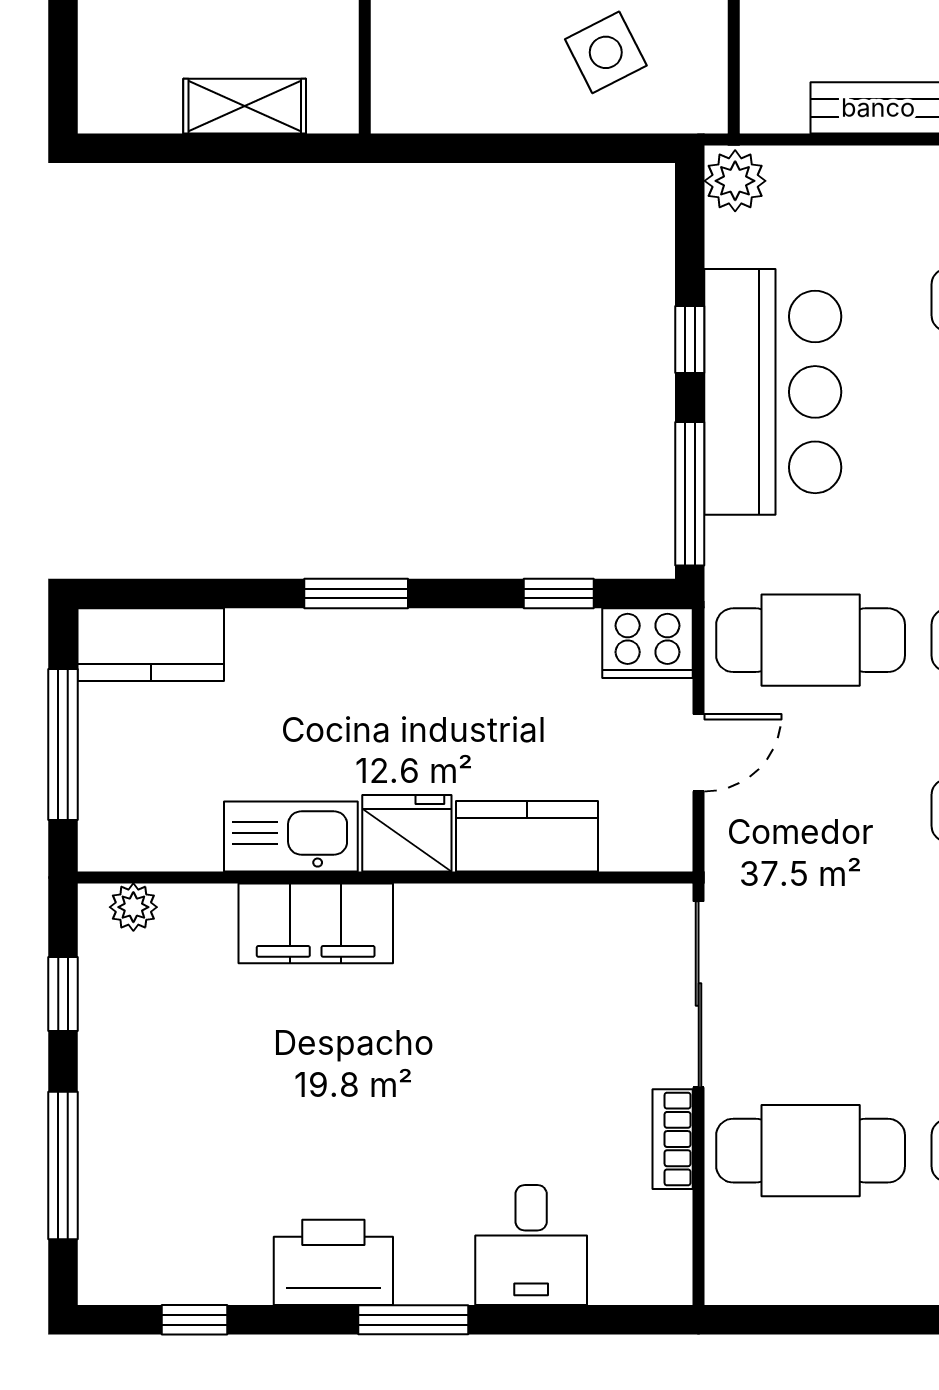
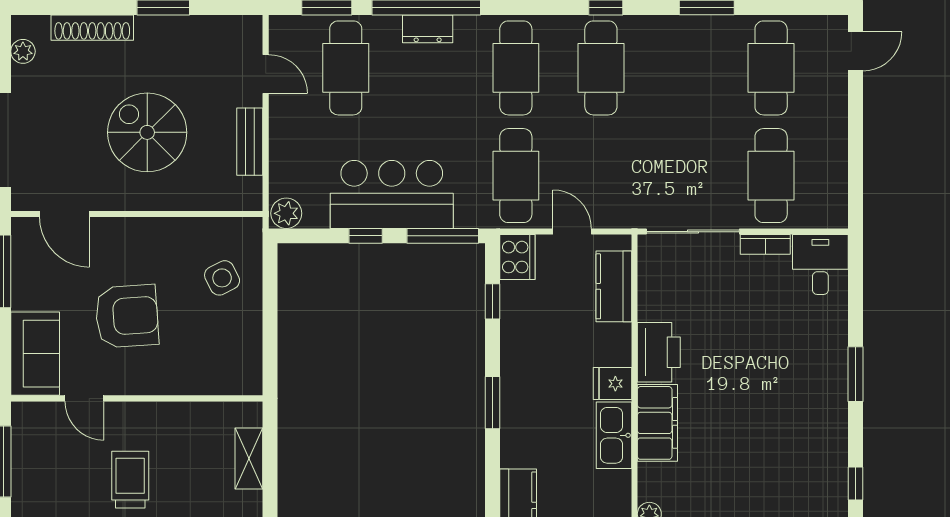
fridge: (407, 833) -> (612, 384), width x0.72
kitchen counter: (527, 836) -> (614, 286), moved
desk: (531, 1245) -> (820, 264), moved, turned -90
printer: (333, 1262) -> (659, 352), moved, turned 180

